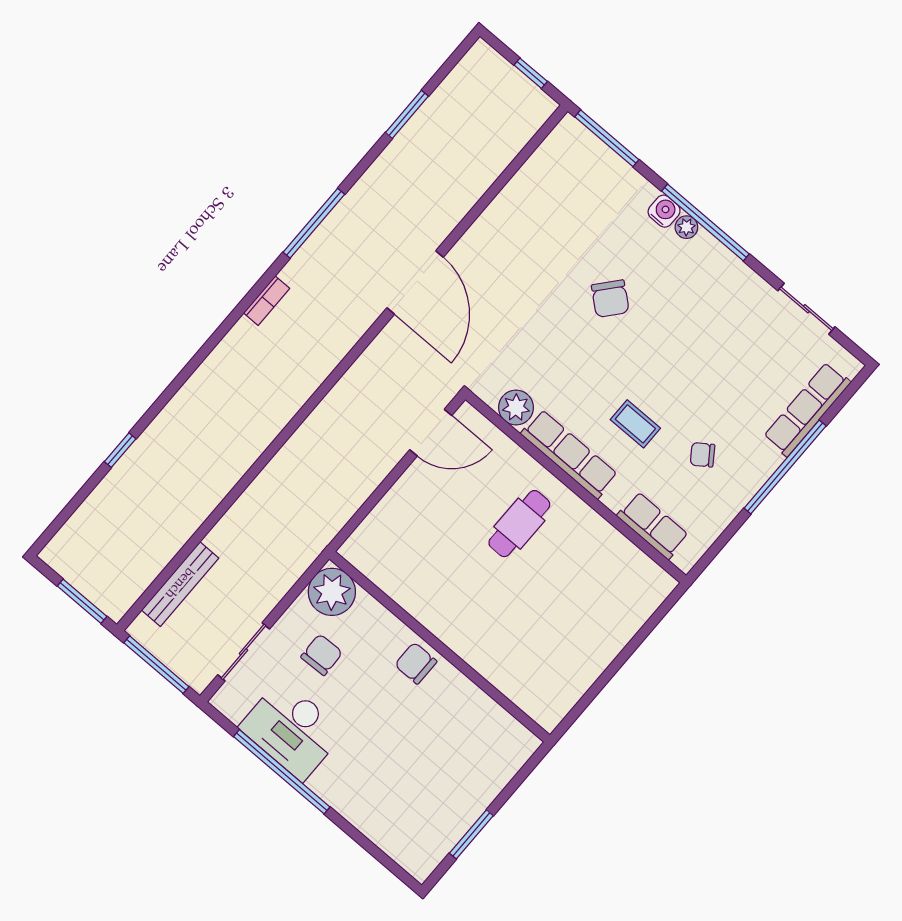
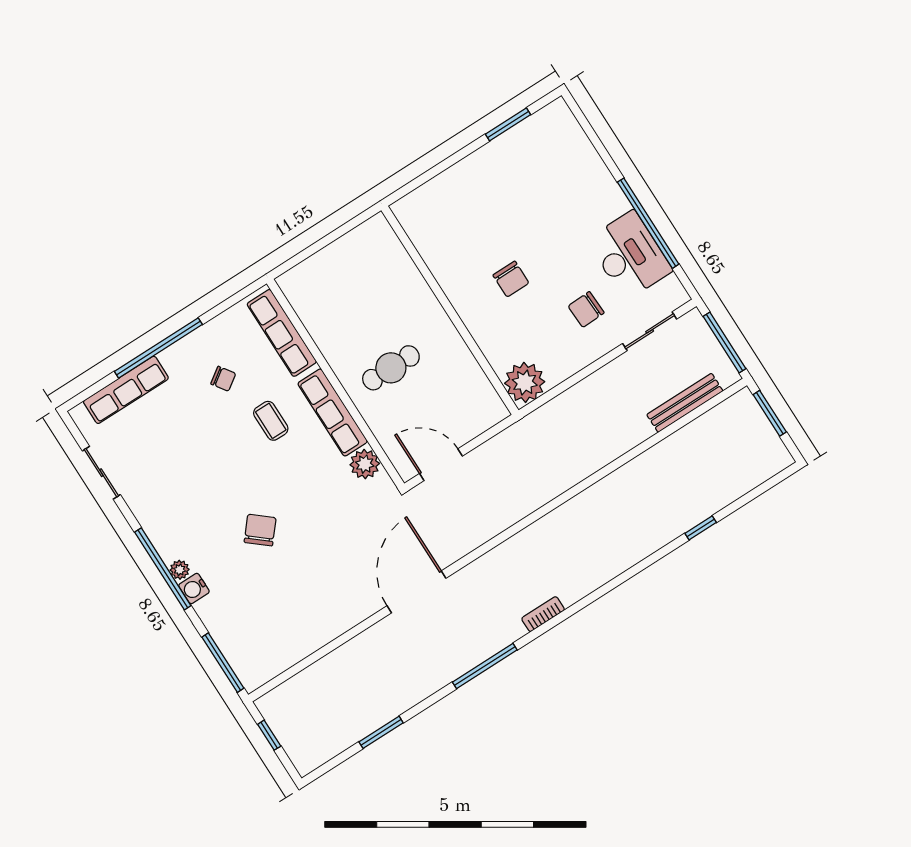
row of seats: (653, 526) -> (282, 333), width x1.48
plant: (332, 592) -> (525, 382), moved
wall: (440, 647) -> (450, 310), moved

